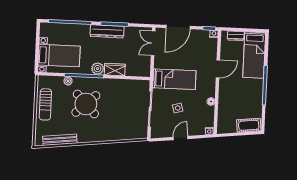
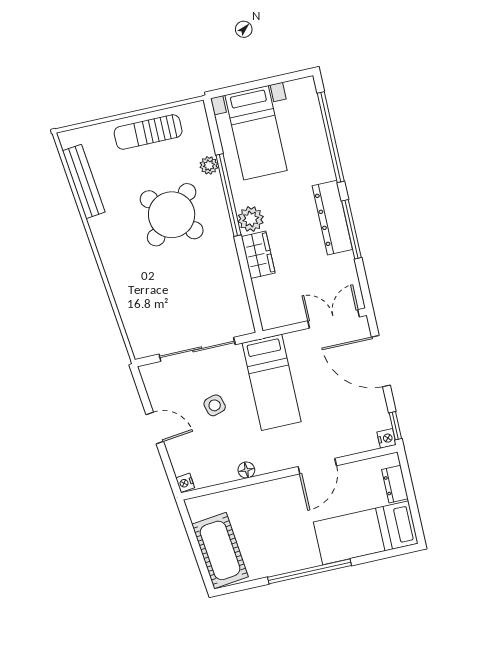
door: (218, 69) -> (317, 466), hinge flipped
cot: (249, 125) -> (220, 550), width x1.37, depth x1.34

